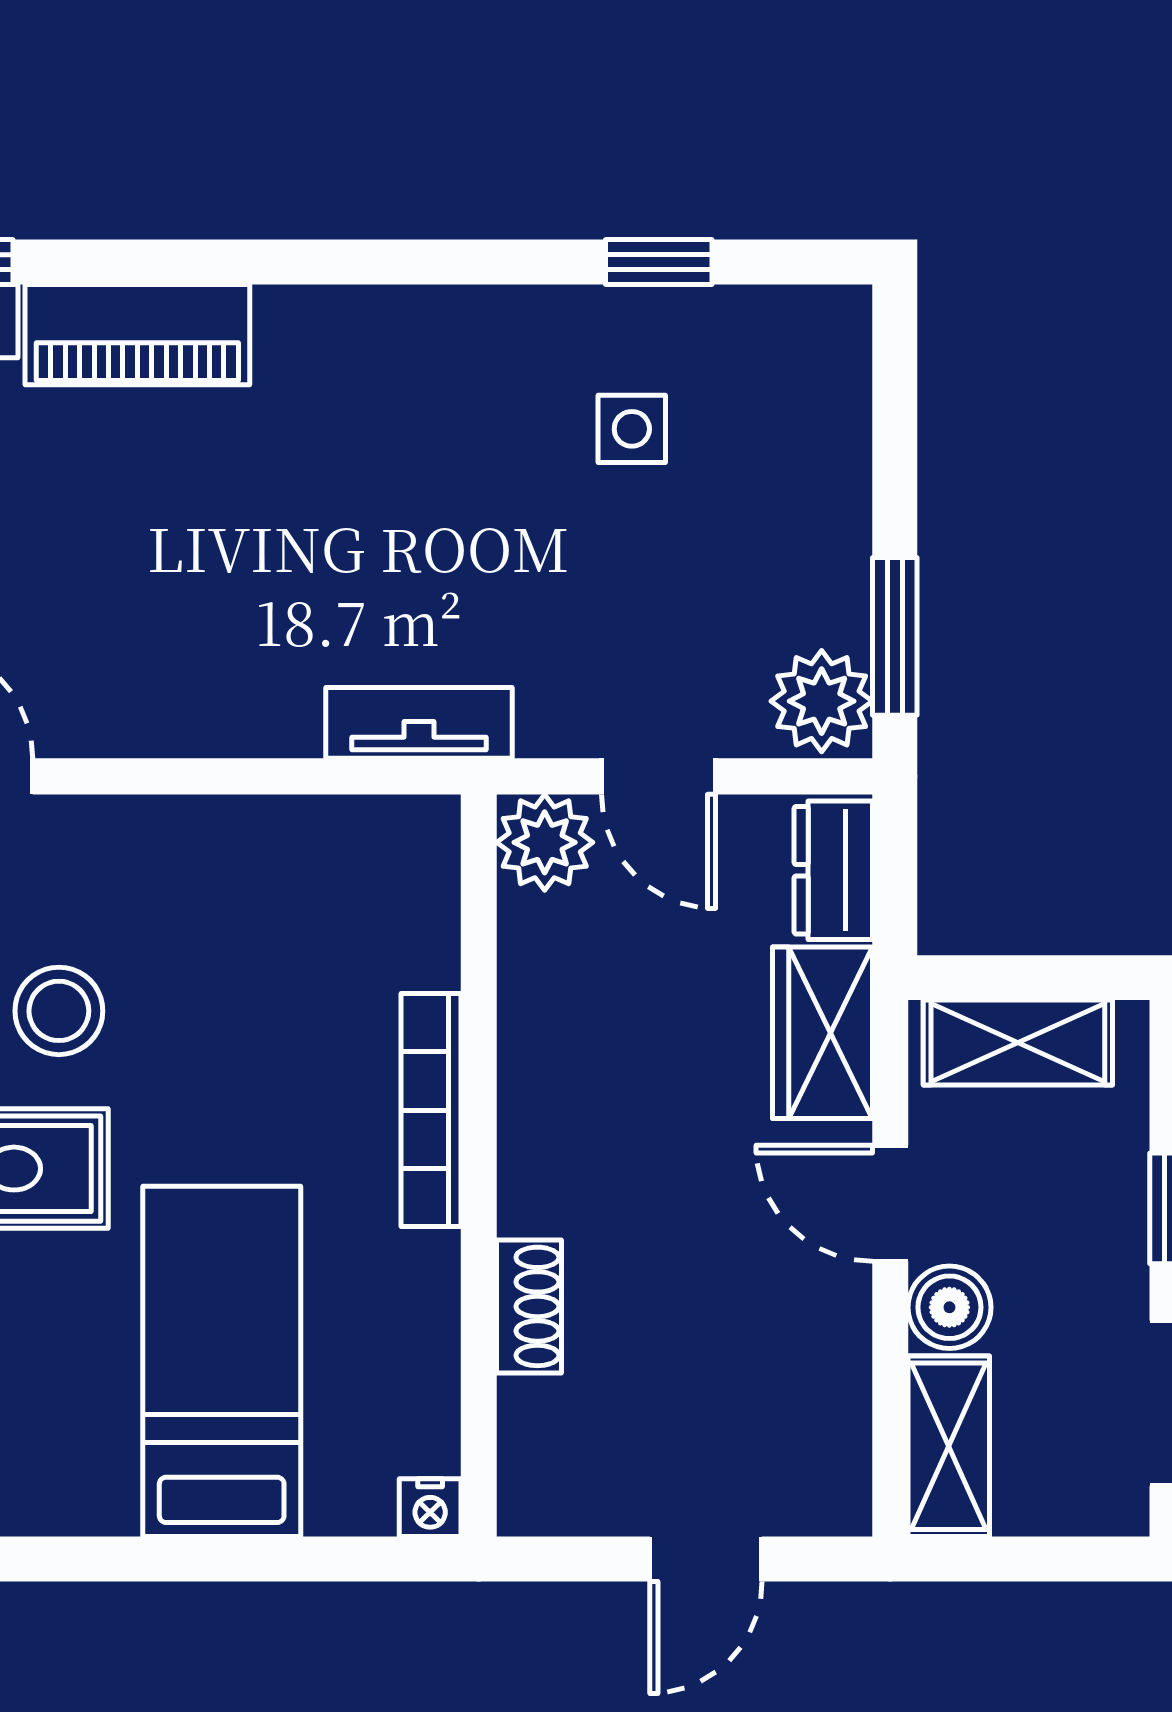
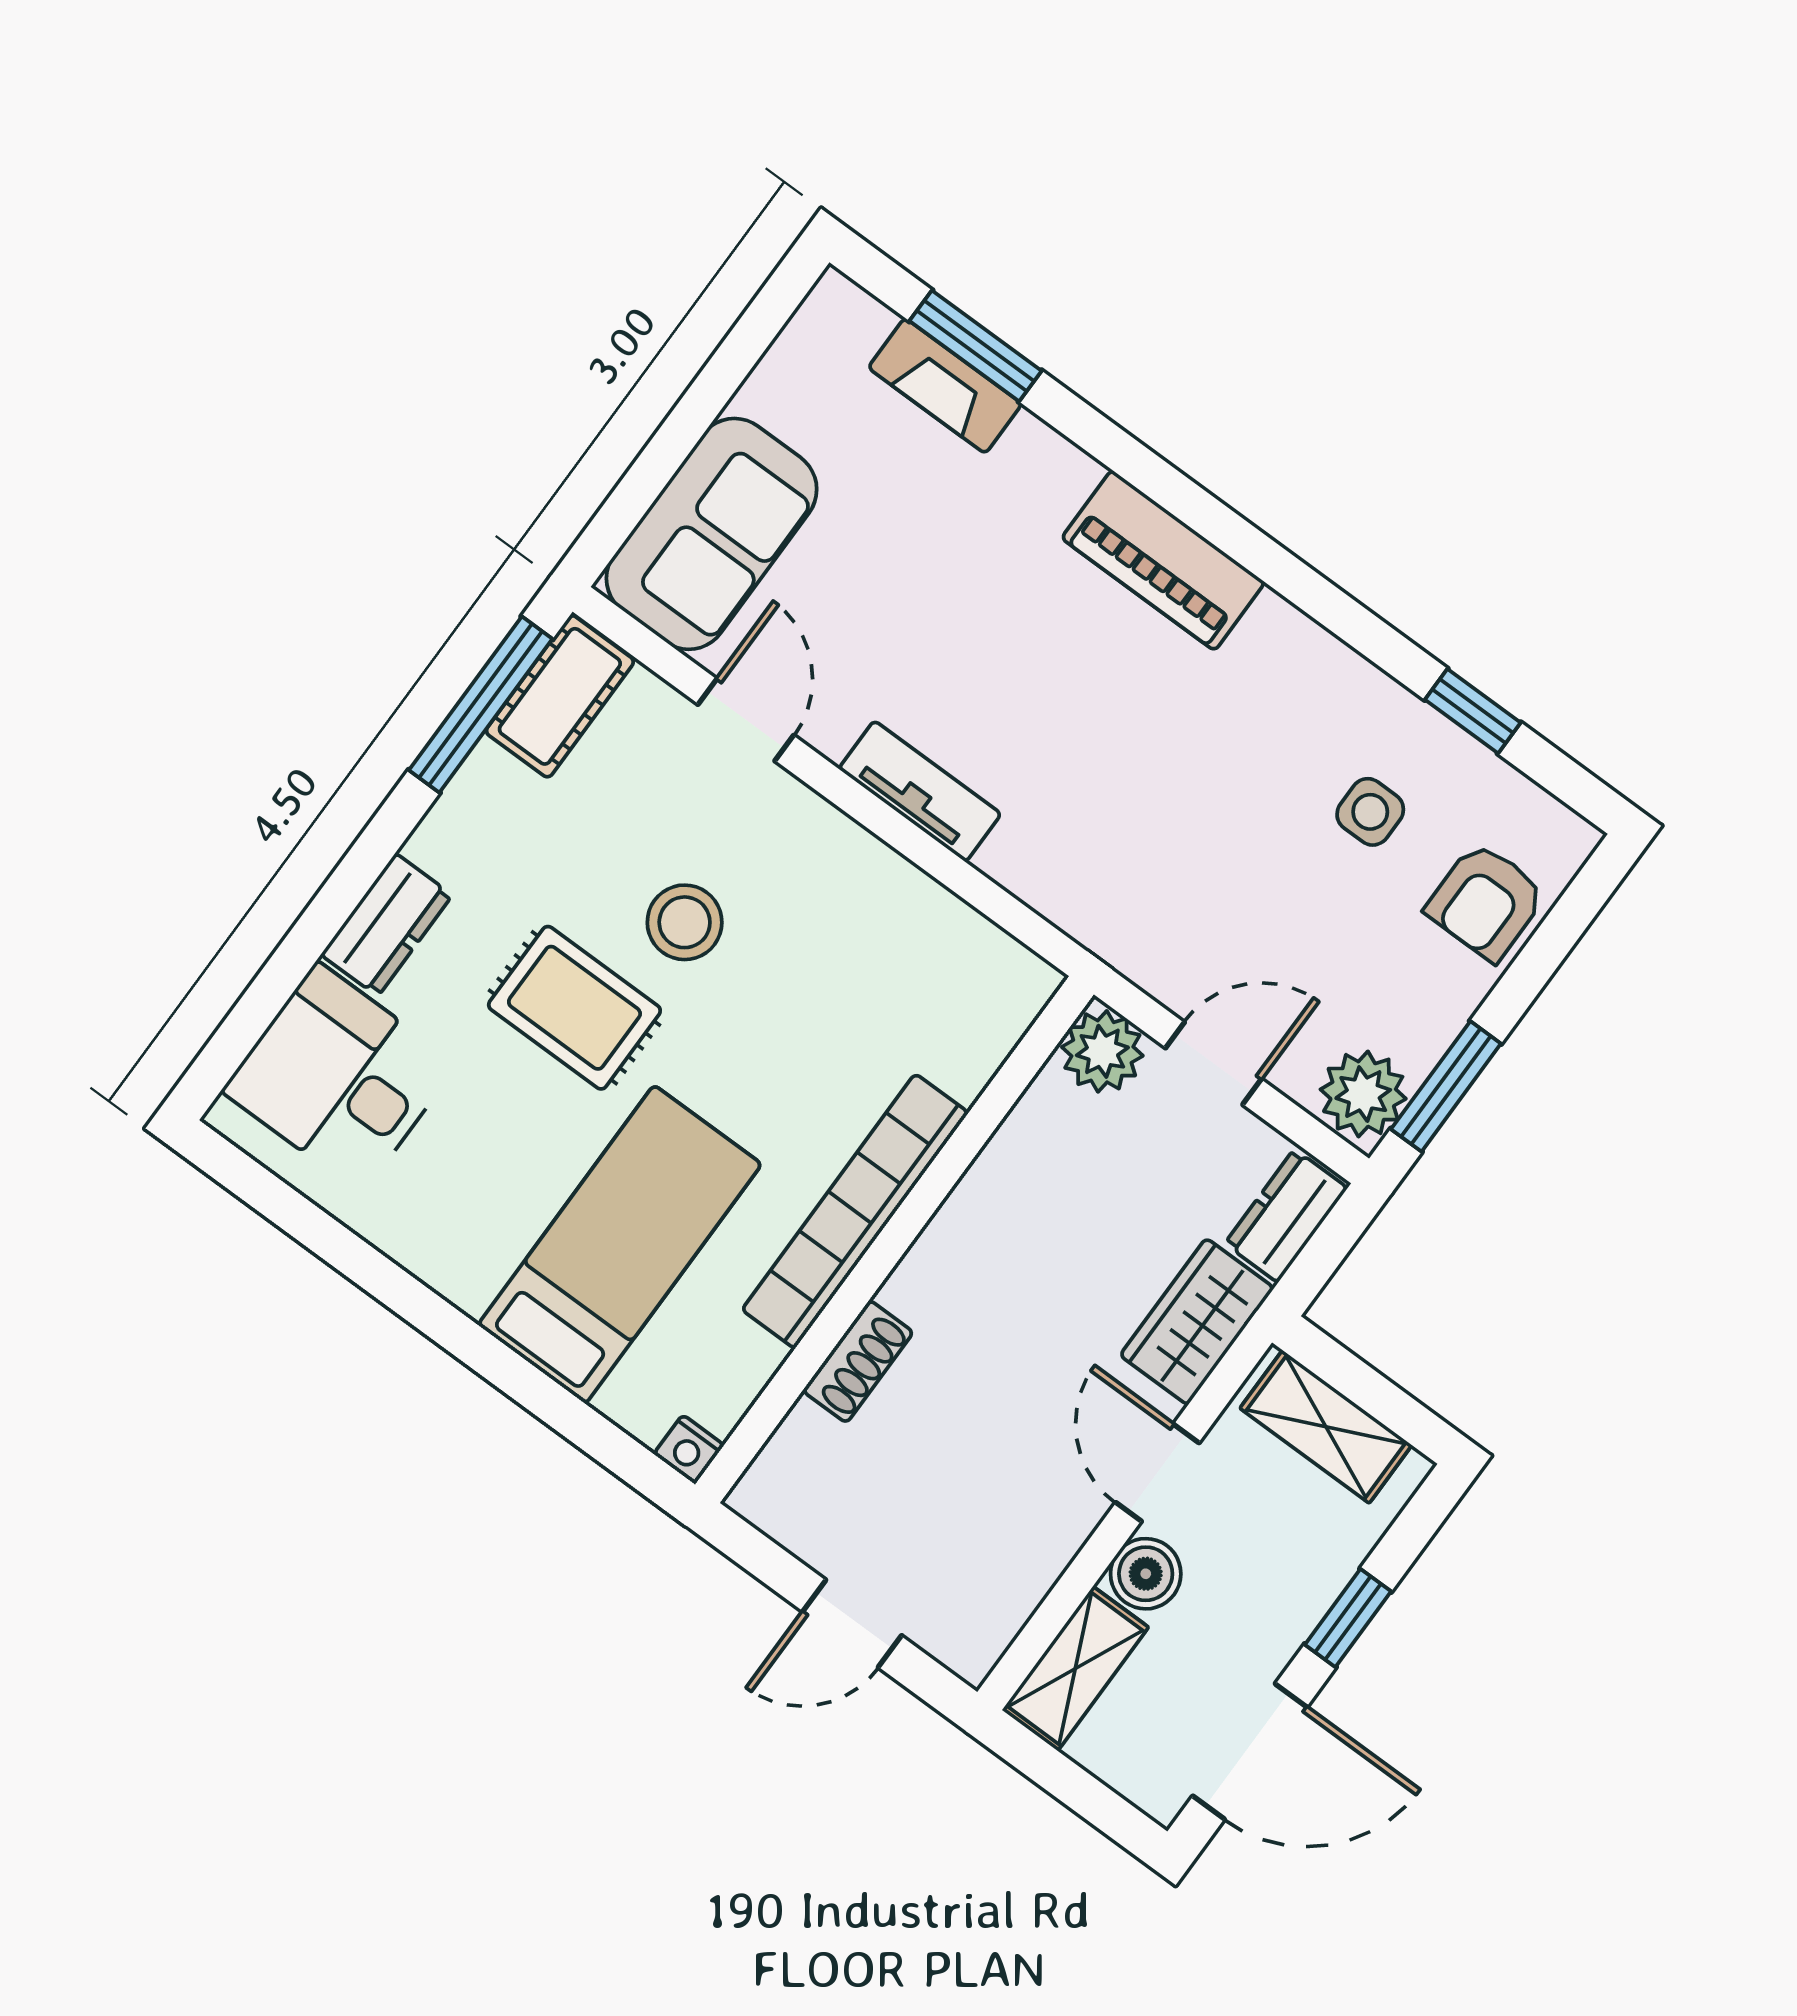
piano: (137, 335) -> (1163, 560), moved
armchair: (804, 433) -> (1486, 901), added
tv unit: (419, 723) -> (920, 791), moved
door: (658, 776) -> (1214, 1063), swing flipped
bookcase: (431, 1110) -> (855, 1211), width x1.48, depth x1.31

